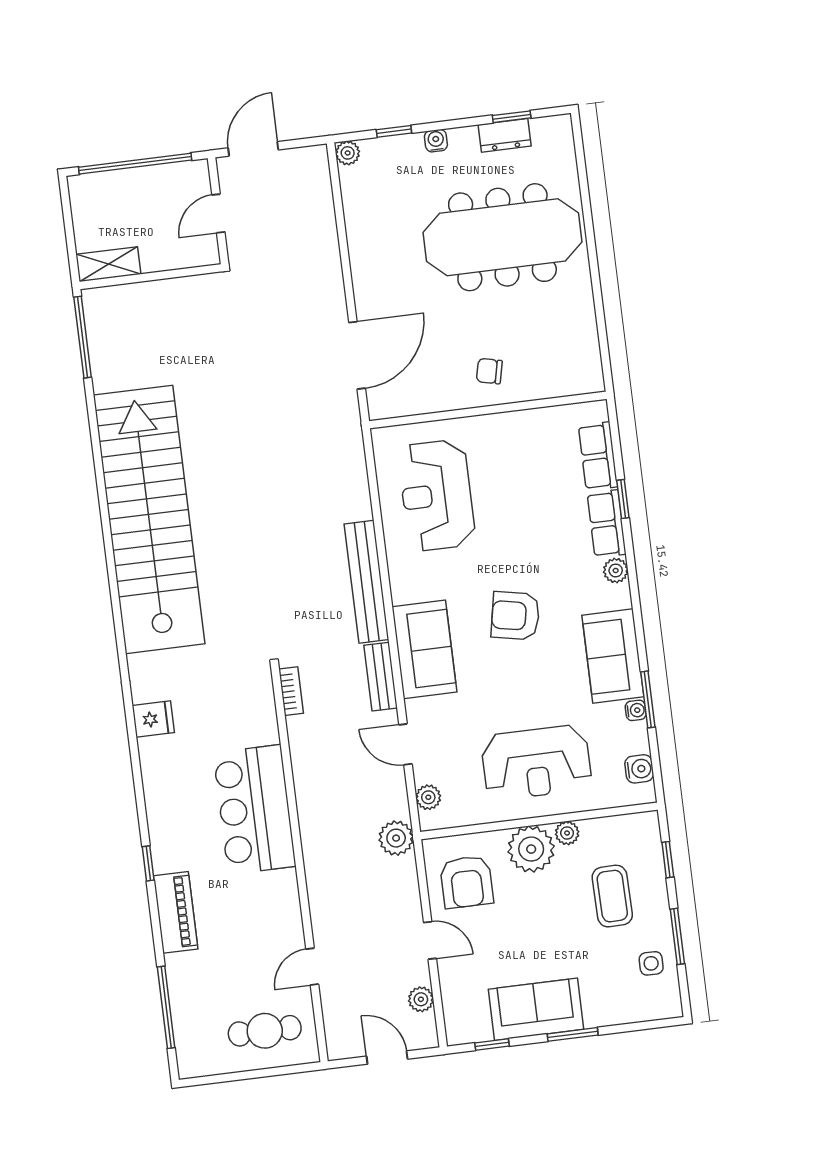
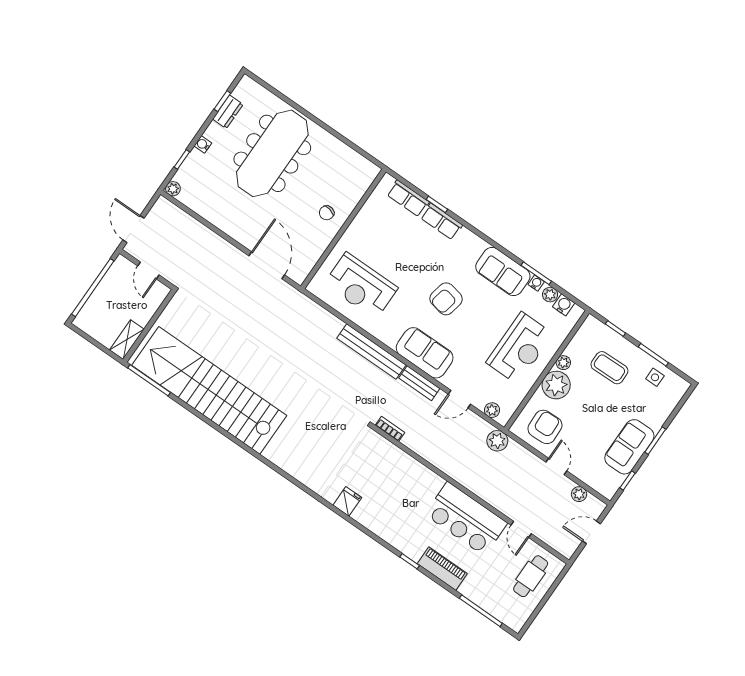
stairs: (149, 519) -> (209, 390), moved
plant: (616, 571) -> (550, 295), moved
bar counter: (255, 810) -> (466, 519), moved
armchair: (467, 882) -> (545, 427), turned -92
door: (430, 940) -> (556, 467), hinge flipped

